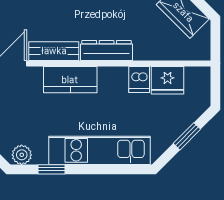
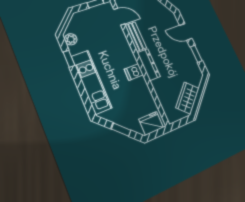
dishwasher: (139, 79) -> (134, 72), moved
kitchen counter: (70, 80) -> (124, 51), removed
fridge: (168, 80) -> (151, 123), moved, turned 90

